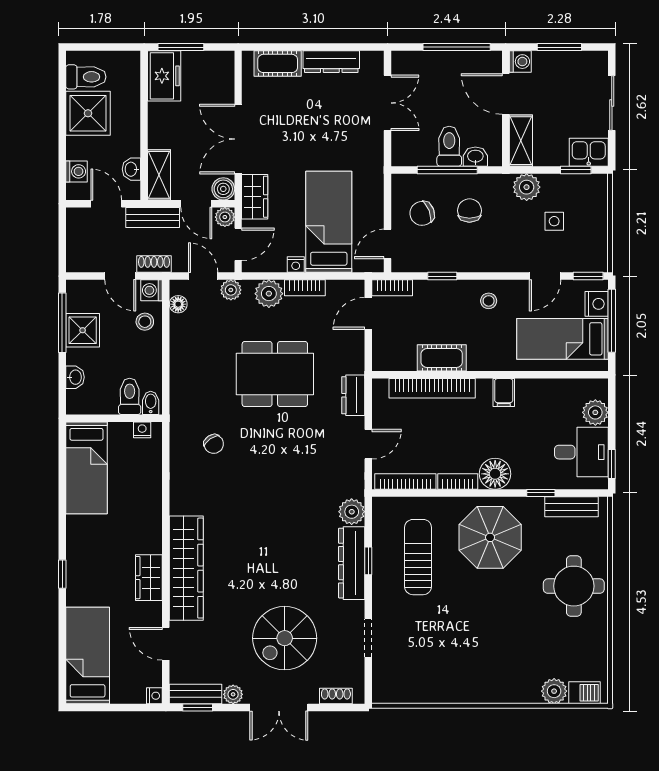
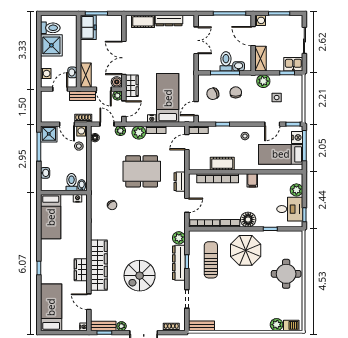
door: (106, 204) -> (60, 89), hinge flipped
shower: (83, 330) -> (49, 134), moved
bench: (571, 507) -> (201, 326), moved
spiral stairs: (285, 638) -> (140, 276), moved

